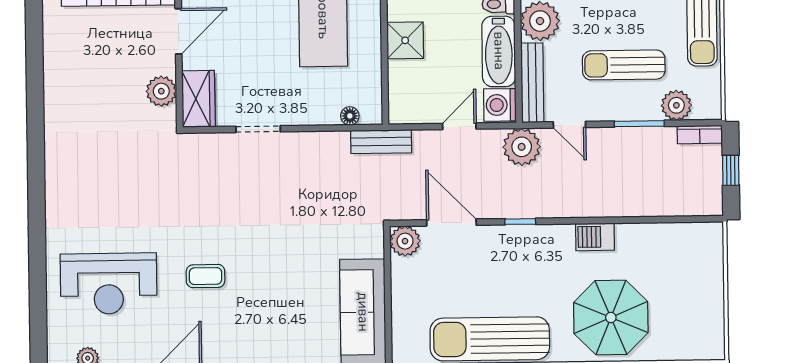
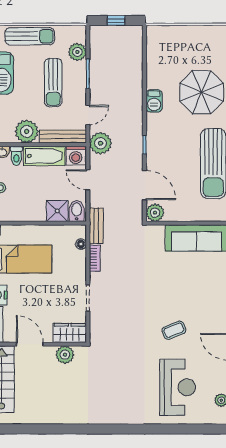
shower: (405, 40) -> (57, 211), moved
bidet: (406, 108) -> (77, 211), added
bookcase: (700, 135) -> (95, 258), moved
door: (451, 223) -> (144, 185), swing flipped
coffee table: (206, 276) -> (174, 330), turned 68

